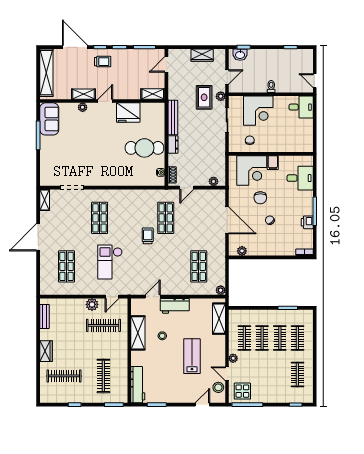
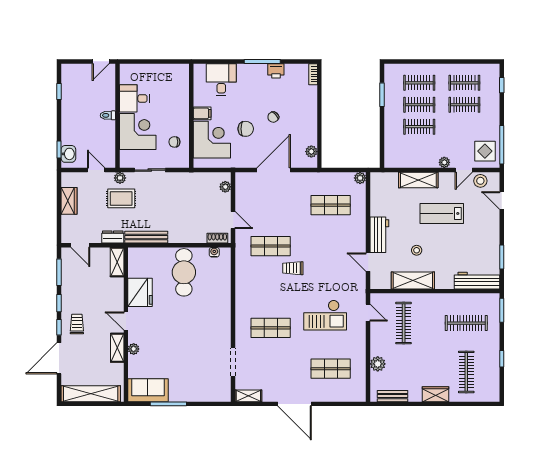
desk: (301, 107) -> (134, 98), moved, turned -90
dresser: (173, 145) -> (113, 237), moved
plant: (92, 304) -> (378, 364), moved
shelving: (219, 319) -> (418, 180), moved
clothes rail: (244, 338) -> (464, 105), moved

